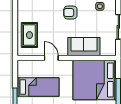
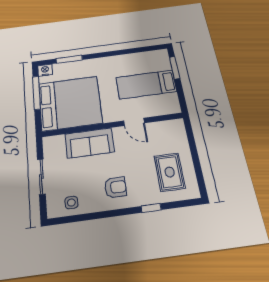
rug: (29, 35) -> (170, 172), moved

